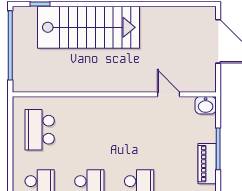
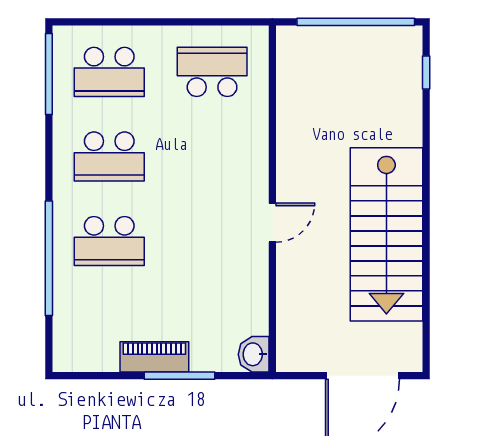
stairs: (89, 27) -> (386, 234), moved
door: (168, 94) -> (272, 223), moved

